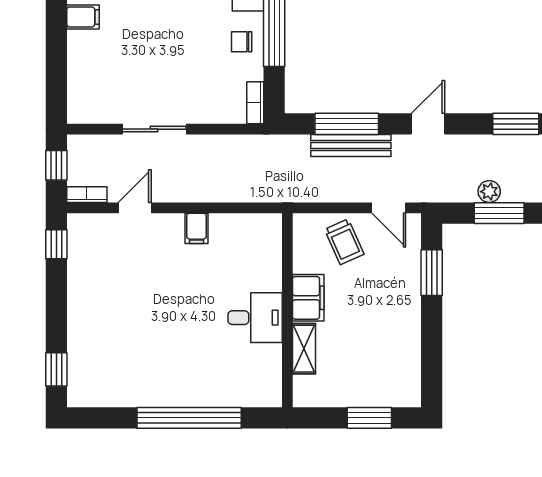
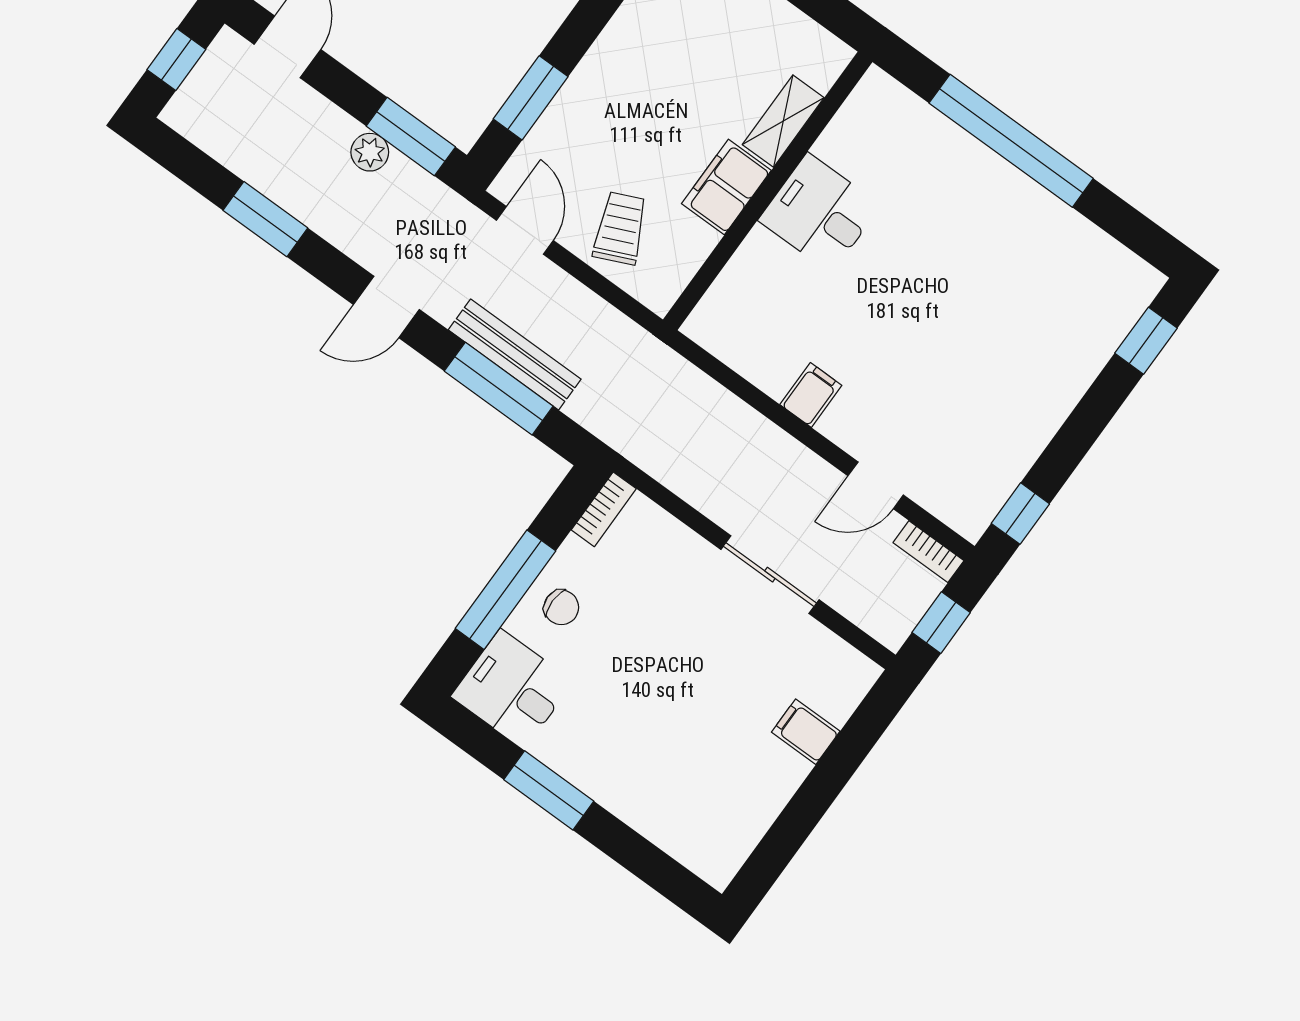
filing cabinet: (83, 17) -> (806, 732), moved
window: (499, 213) -> (411, 136), moved

